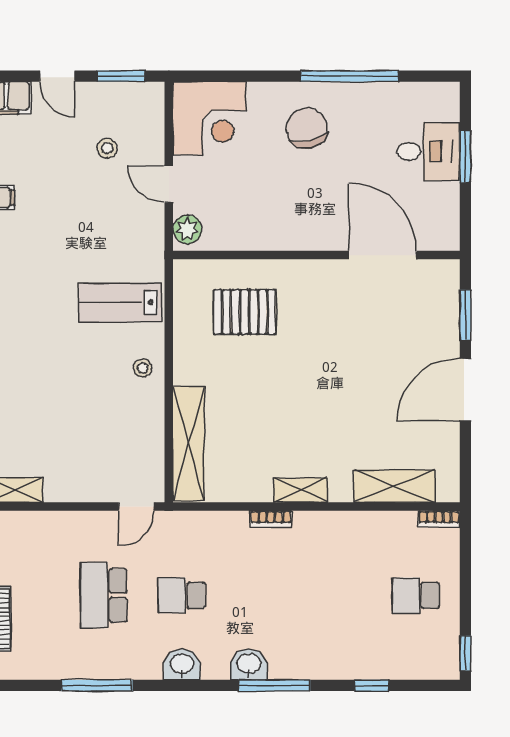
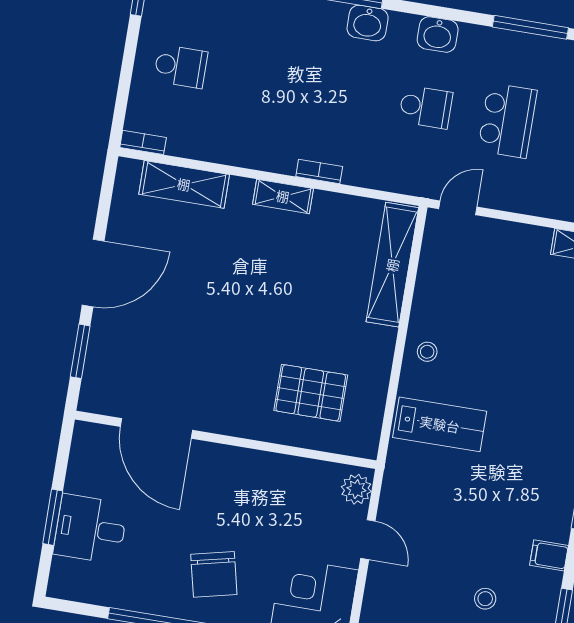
stool: (107, 148) -> (485, 599), moved

